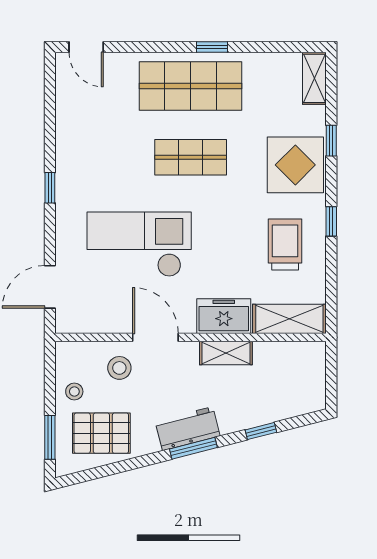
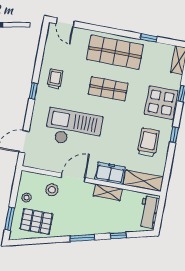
window: (212, 47) -> (149, 38), moved
trolley: (87, 157) -> (55, 79), added
door: (155, 337) -> (73, 178), hinge flipped
workbench: (188, 429) -> (149, 212), moved, turned -76

